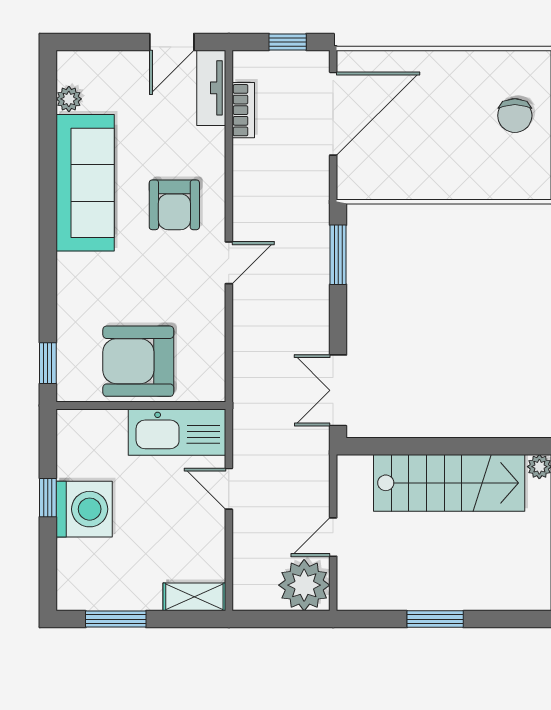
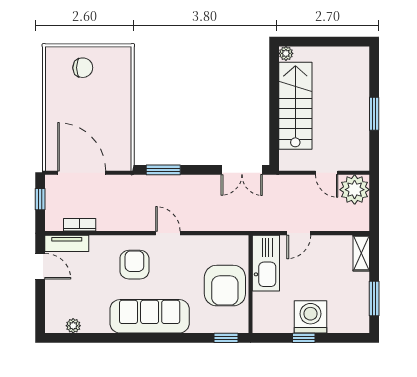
sofa: (85, 183) -> (150, 316), moved
armchair: (174, 205) -> (134, 265), turned -90

